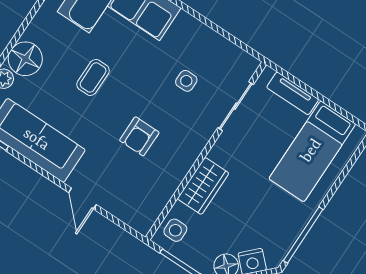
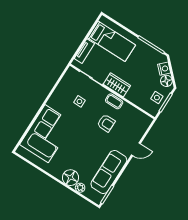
coffee table: (93, 77) -> (114, 101), moved
wardrobe: (203, 186) -> (117, 85), moved
side table: (175, 230) -> (157, 98), moved

